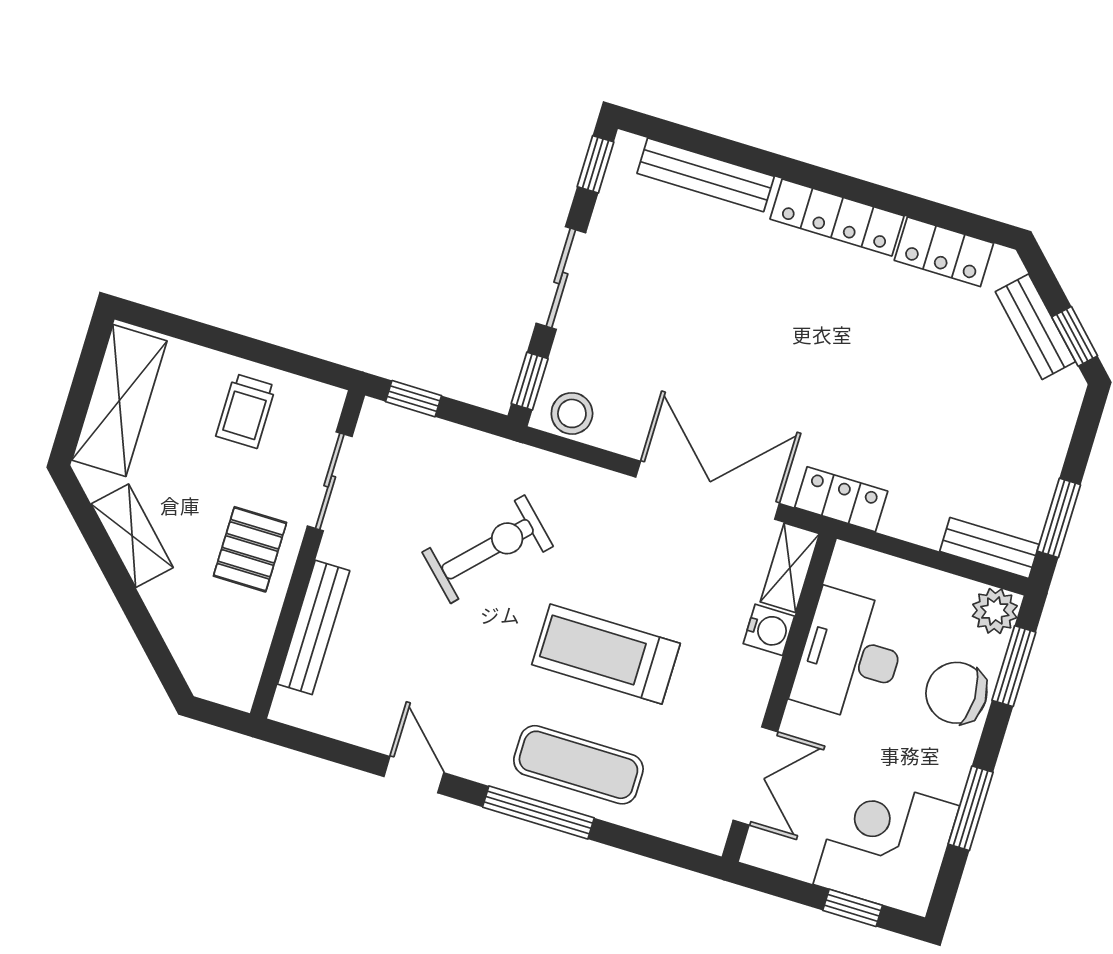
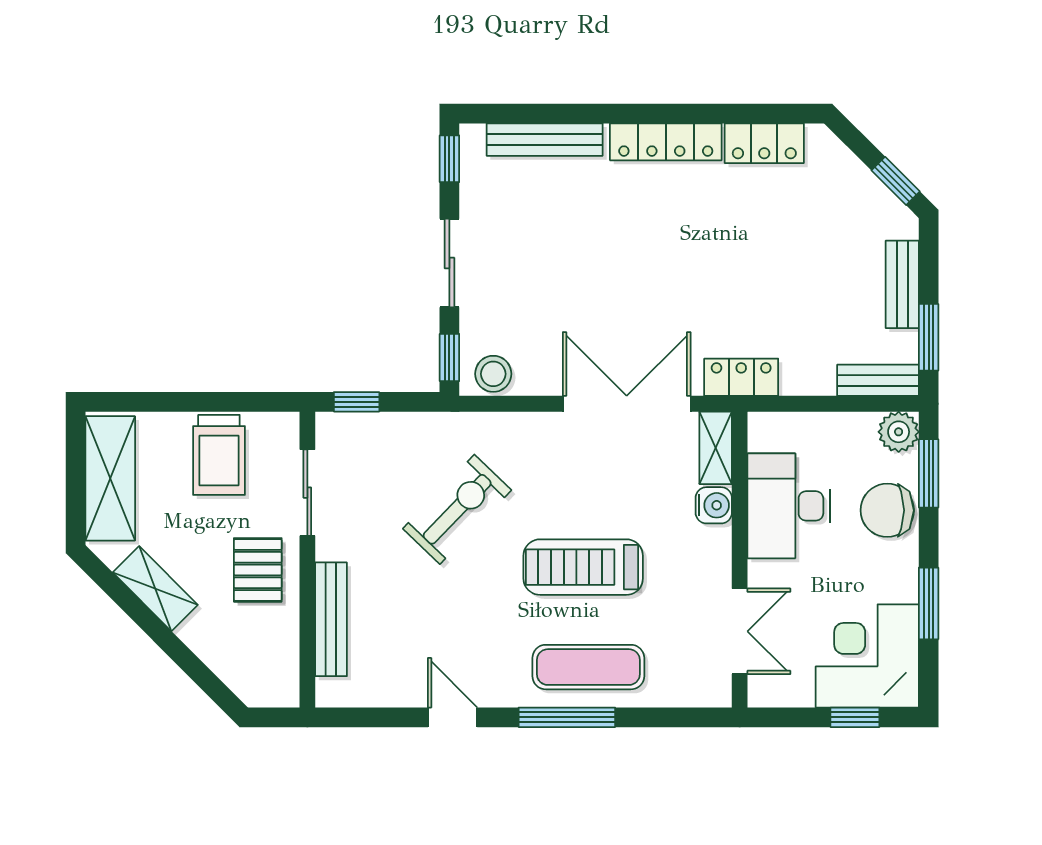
bench: (1035, 327) -> (902, 284), moved, turned 45
trolley: (246, 411) -> (219, 455), width x1.36, depth x1.39

